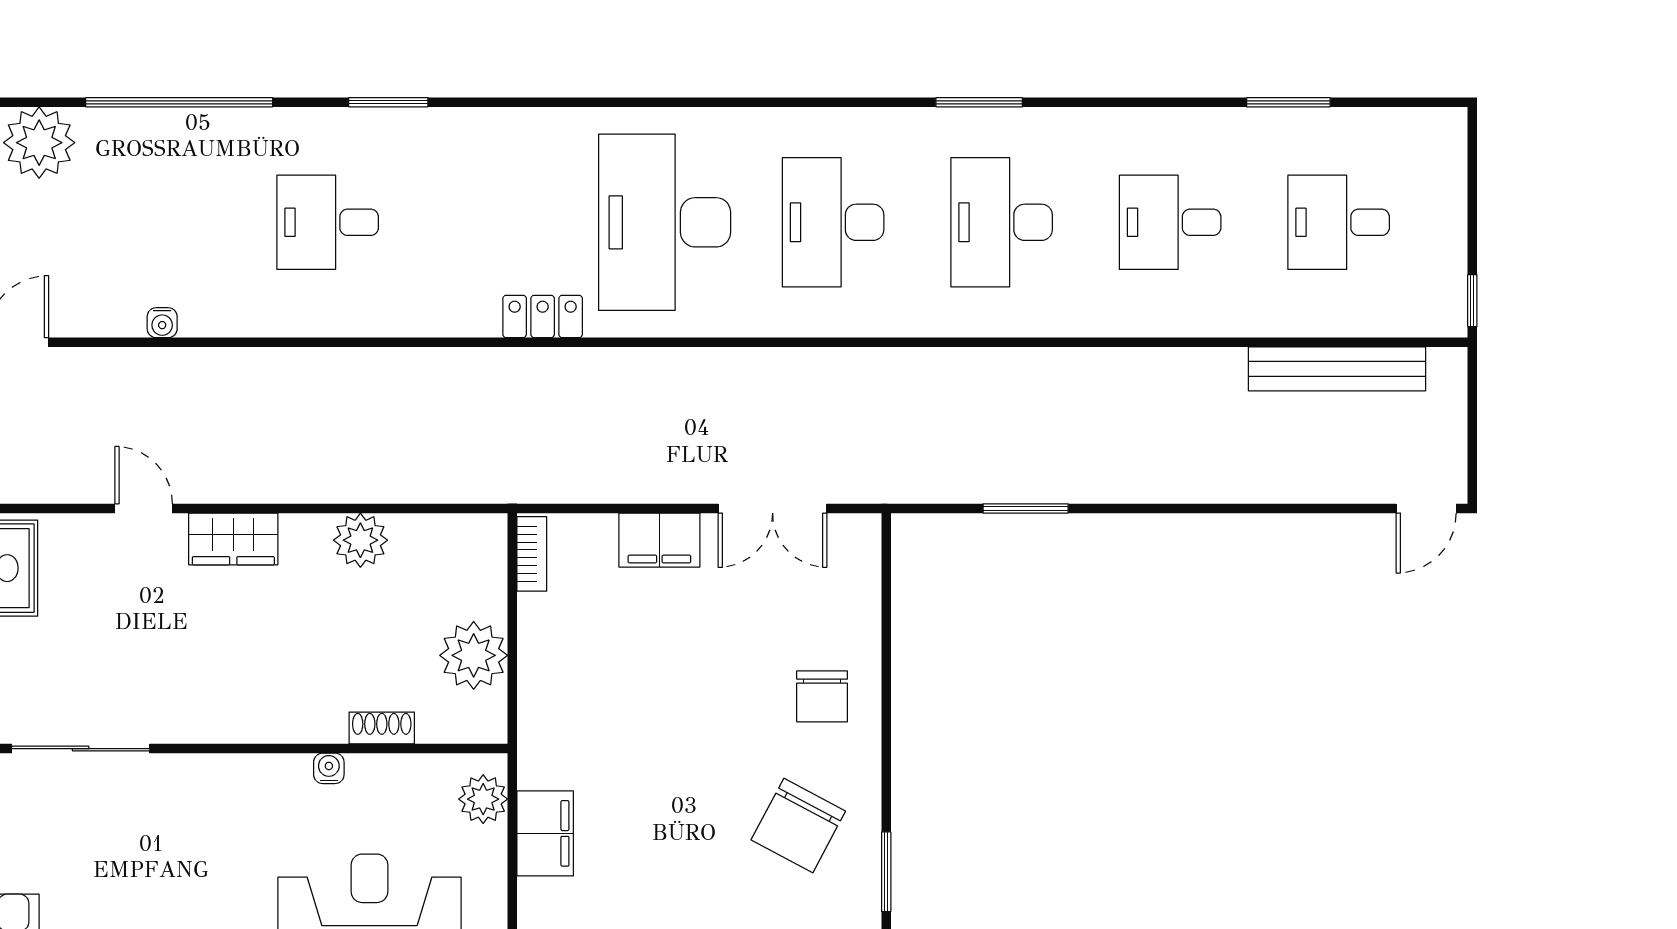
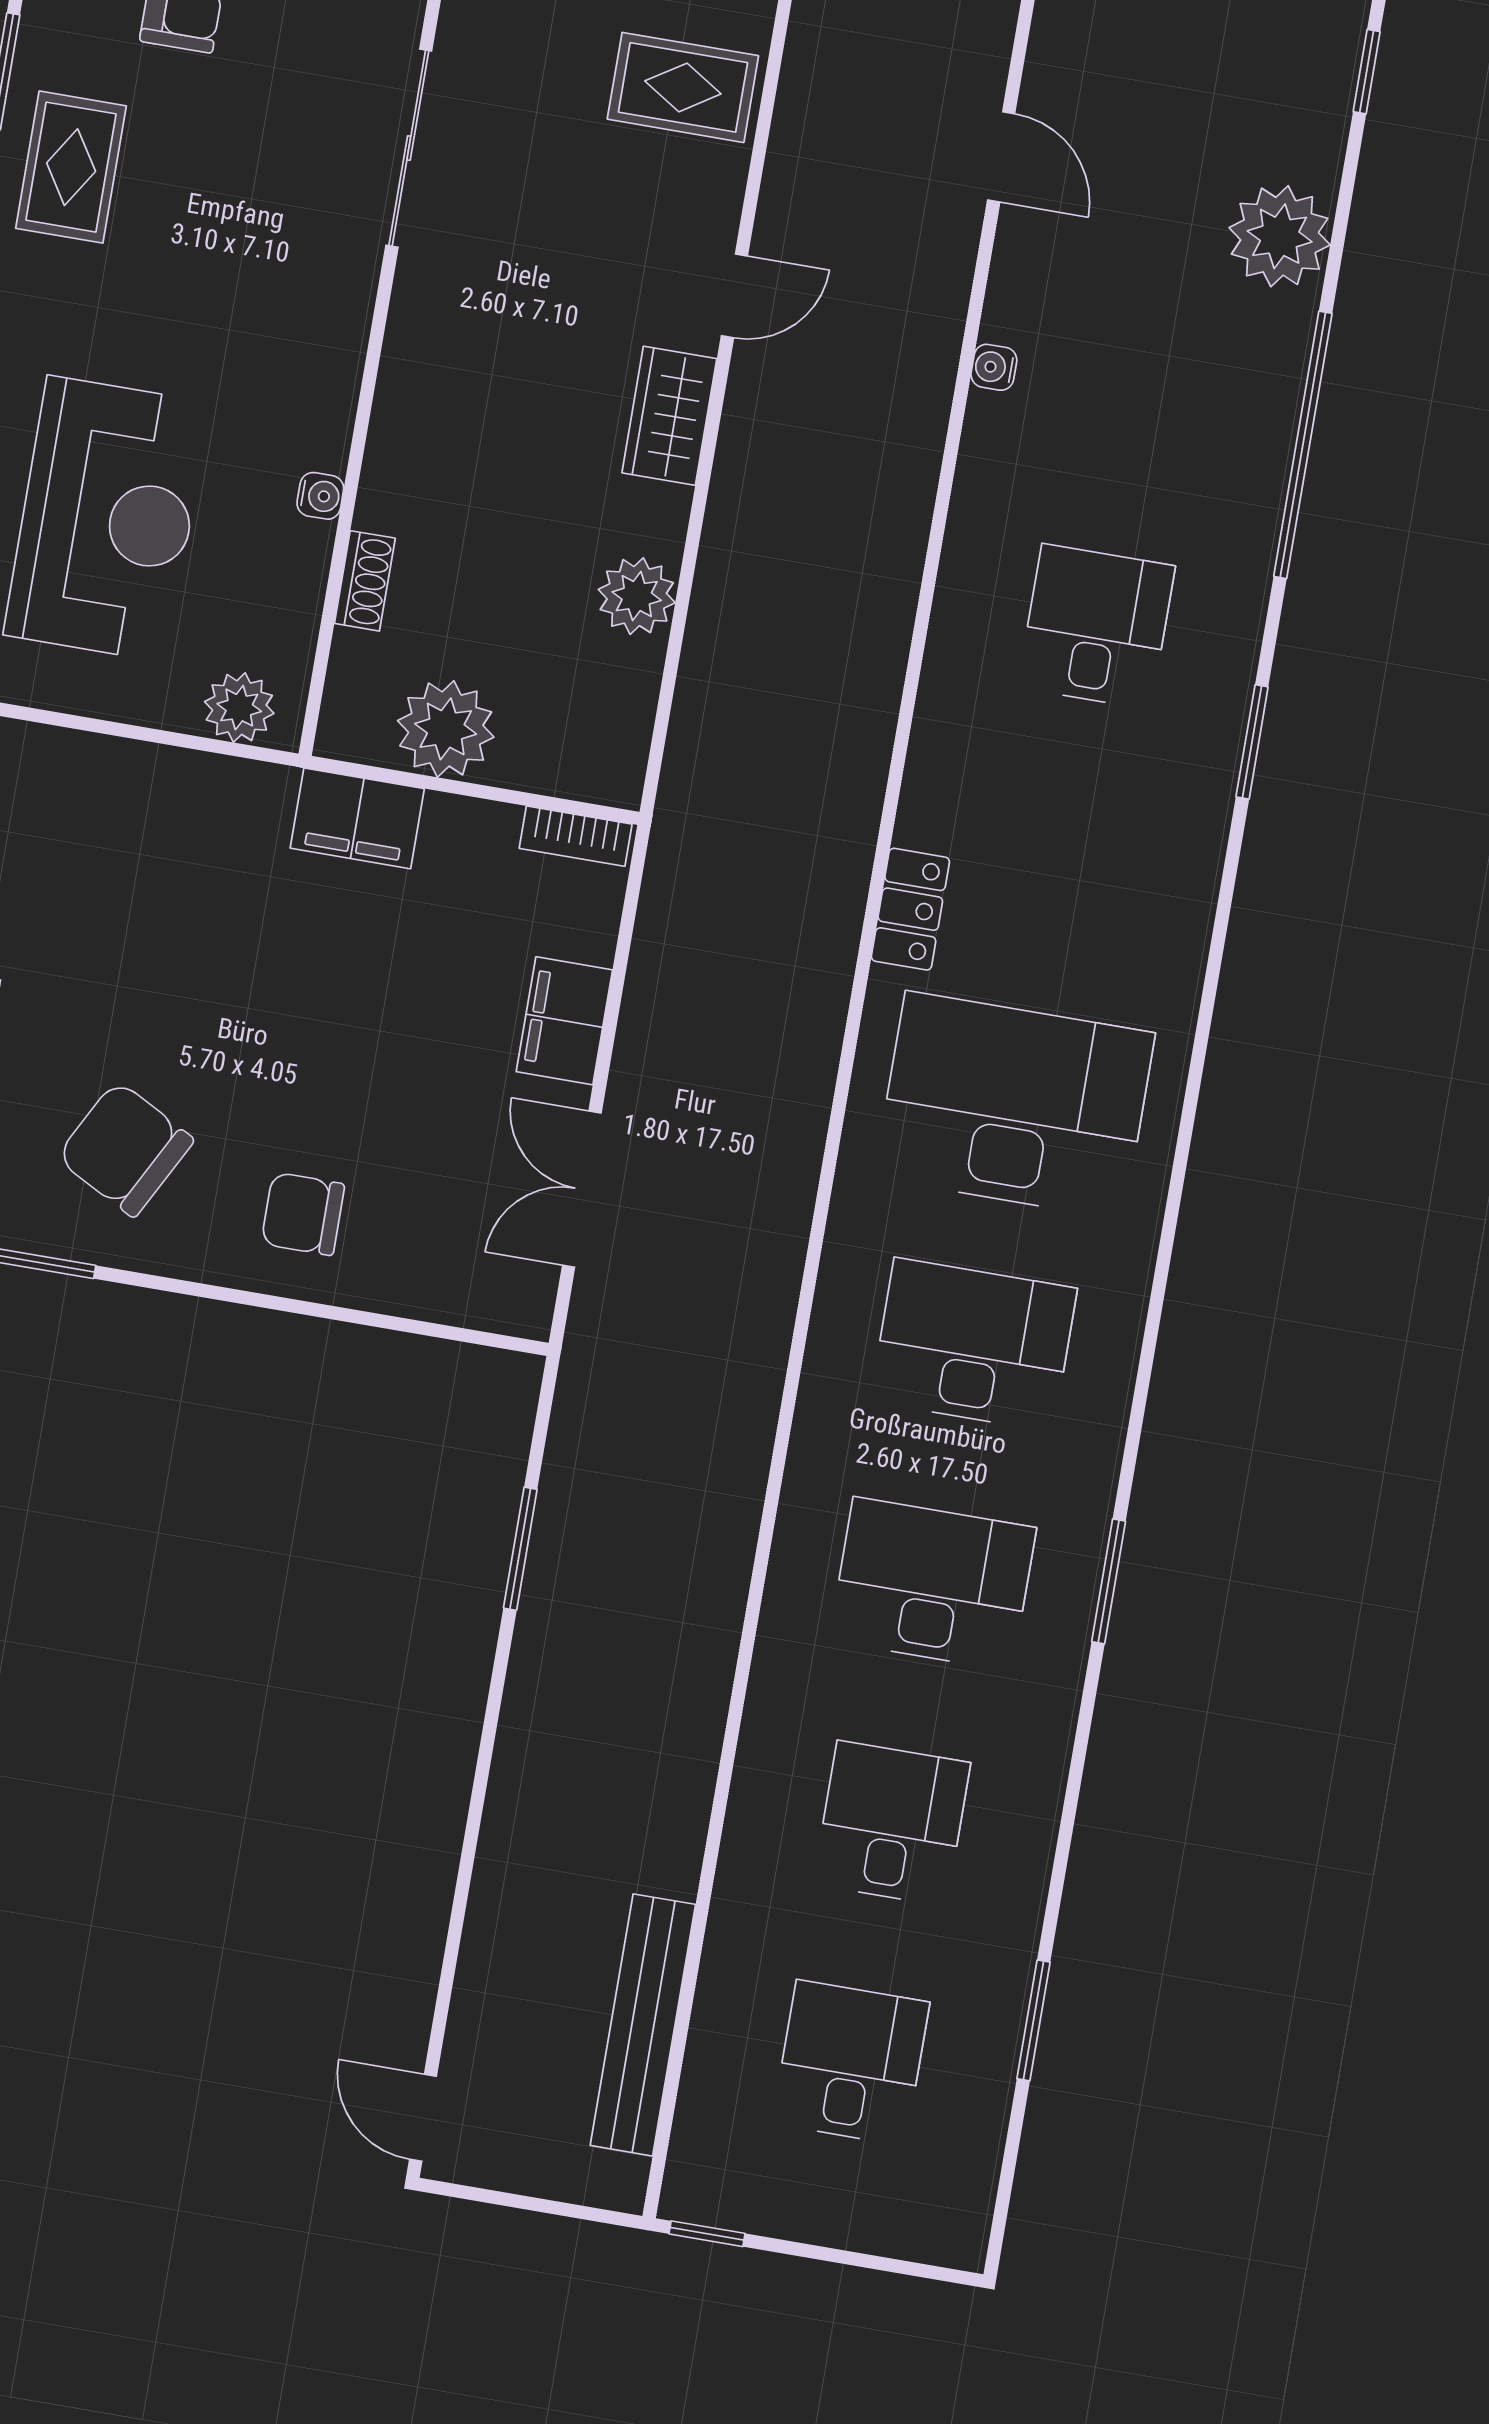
filing cabinet: (545, 833) -> (357, 818), moved

